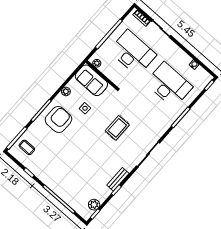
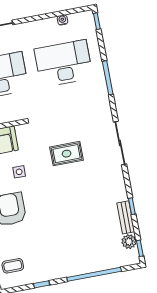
rug: (117, 128) -> (67, 154), turned 90
bench: (118, 179) -> (126, 217), moved

